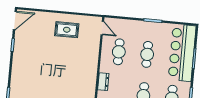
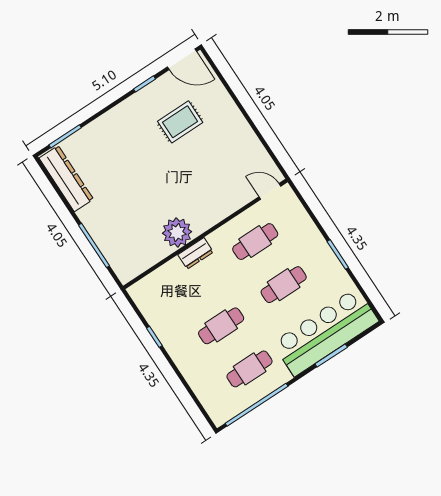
door: (102, 28) -> (270, 191), swing flipped
rug: (67, 30) -> (180, 122), moved, turned 90
plant: (88, 82) -> (177, 232), added

